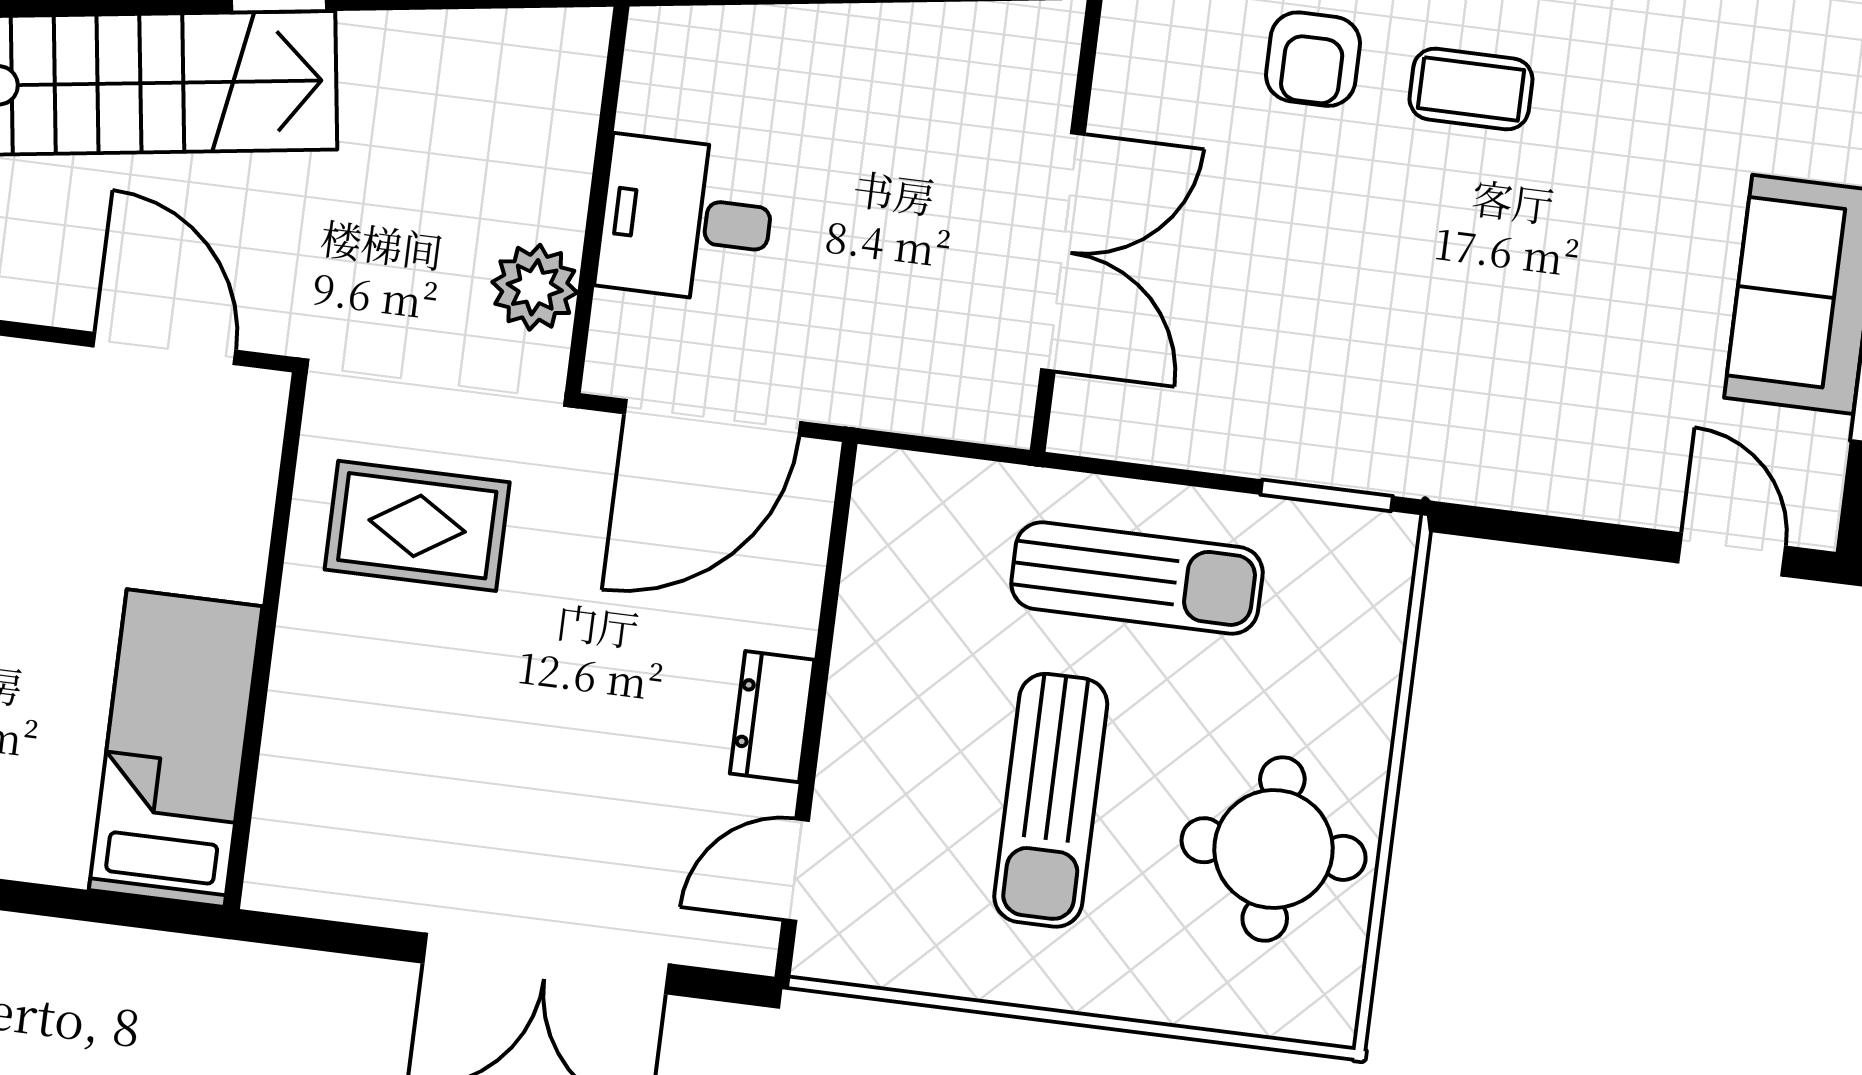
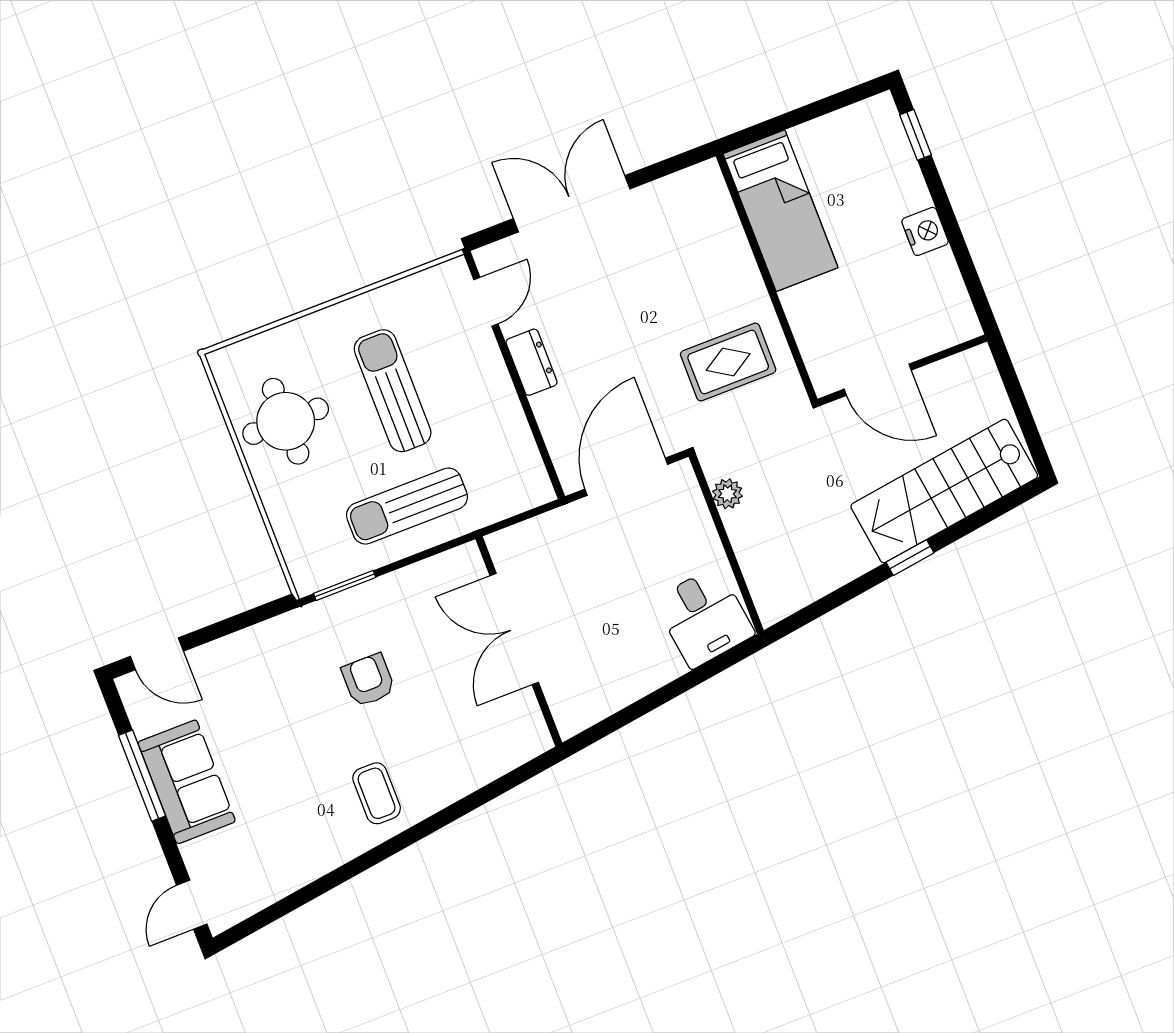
armchair: (1313, 59) -> (368, 680), moved
coffee table: (1471, 89) -> (377, 793), turned 90
desk: (686, 219) -> (704, 617), moved, turned 82
plant: (535, 287) -> (727, 494), width x0.73, depth x0.73

